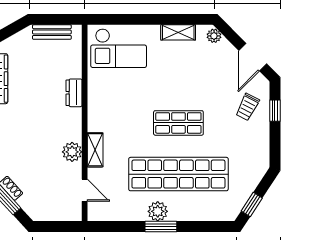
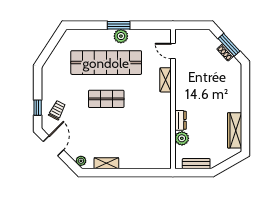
checkout: (119, 48) -> (149, 152), removed
plant: (72, 152) -> (182, 138), moved
window: (252, 204) -> (54, 41), removed

